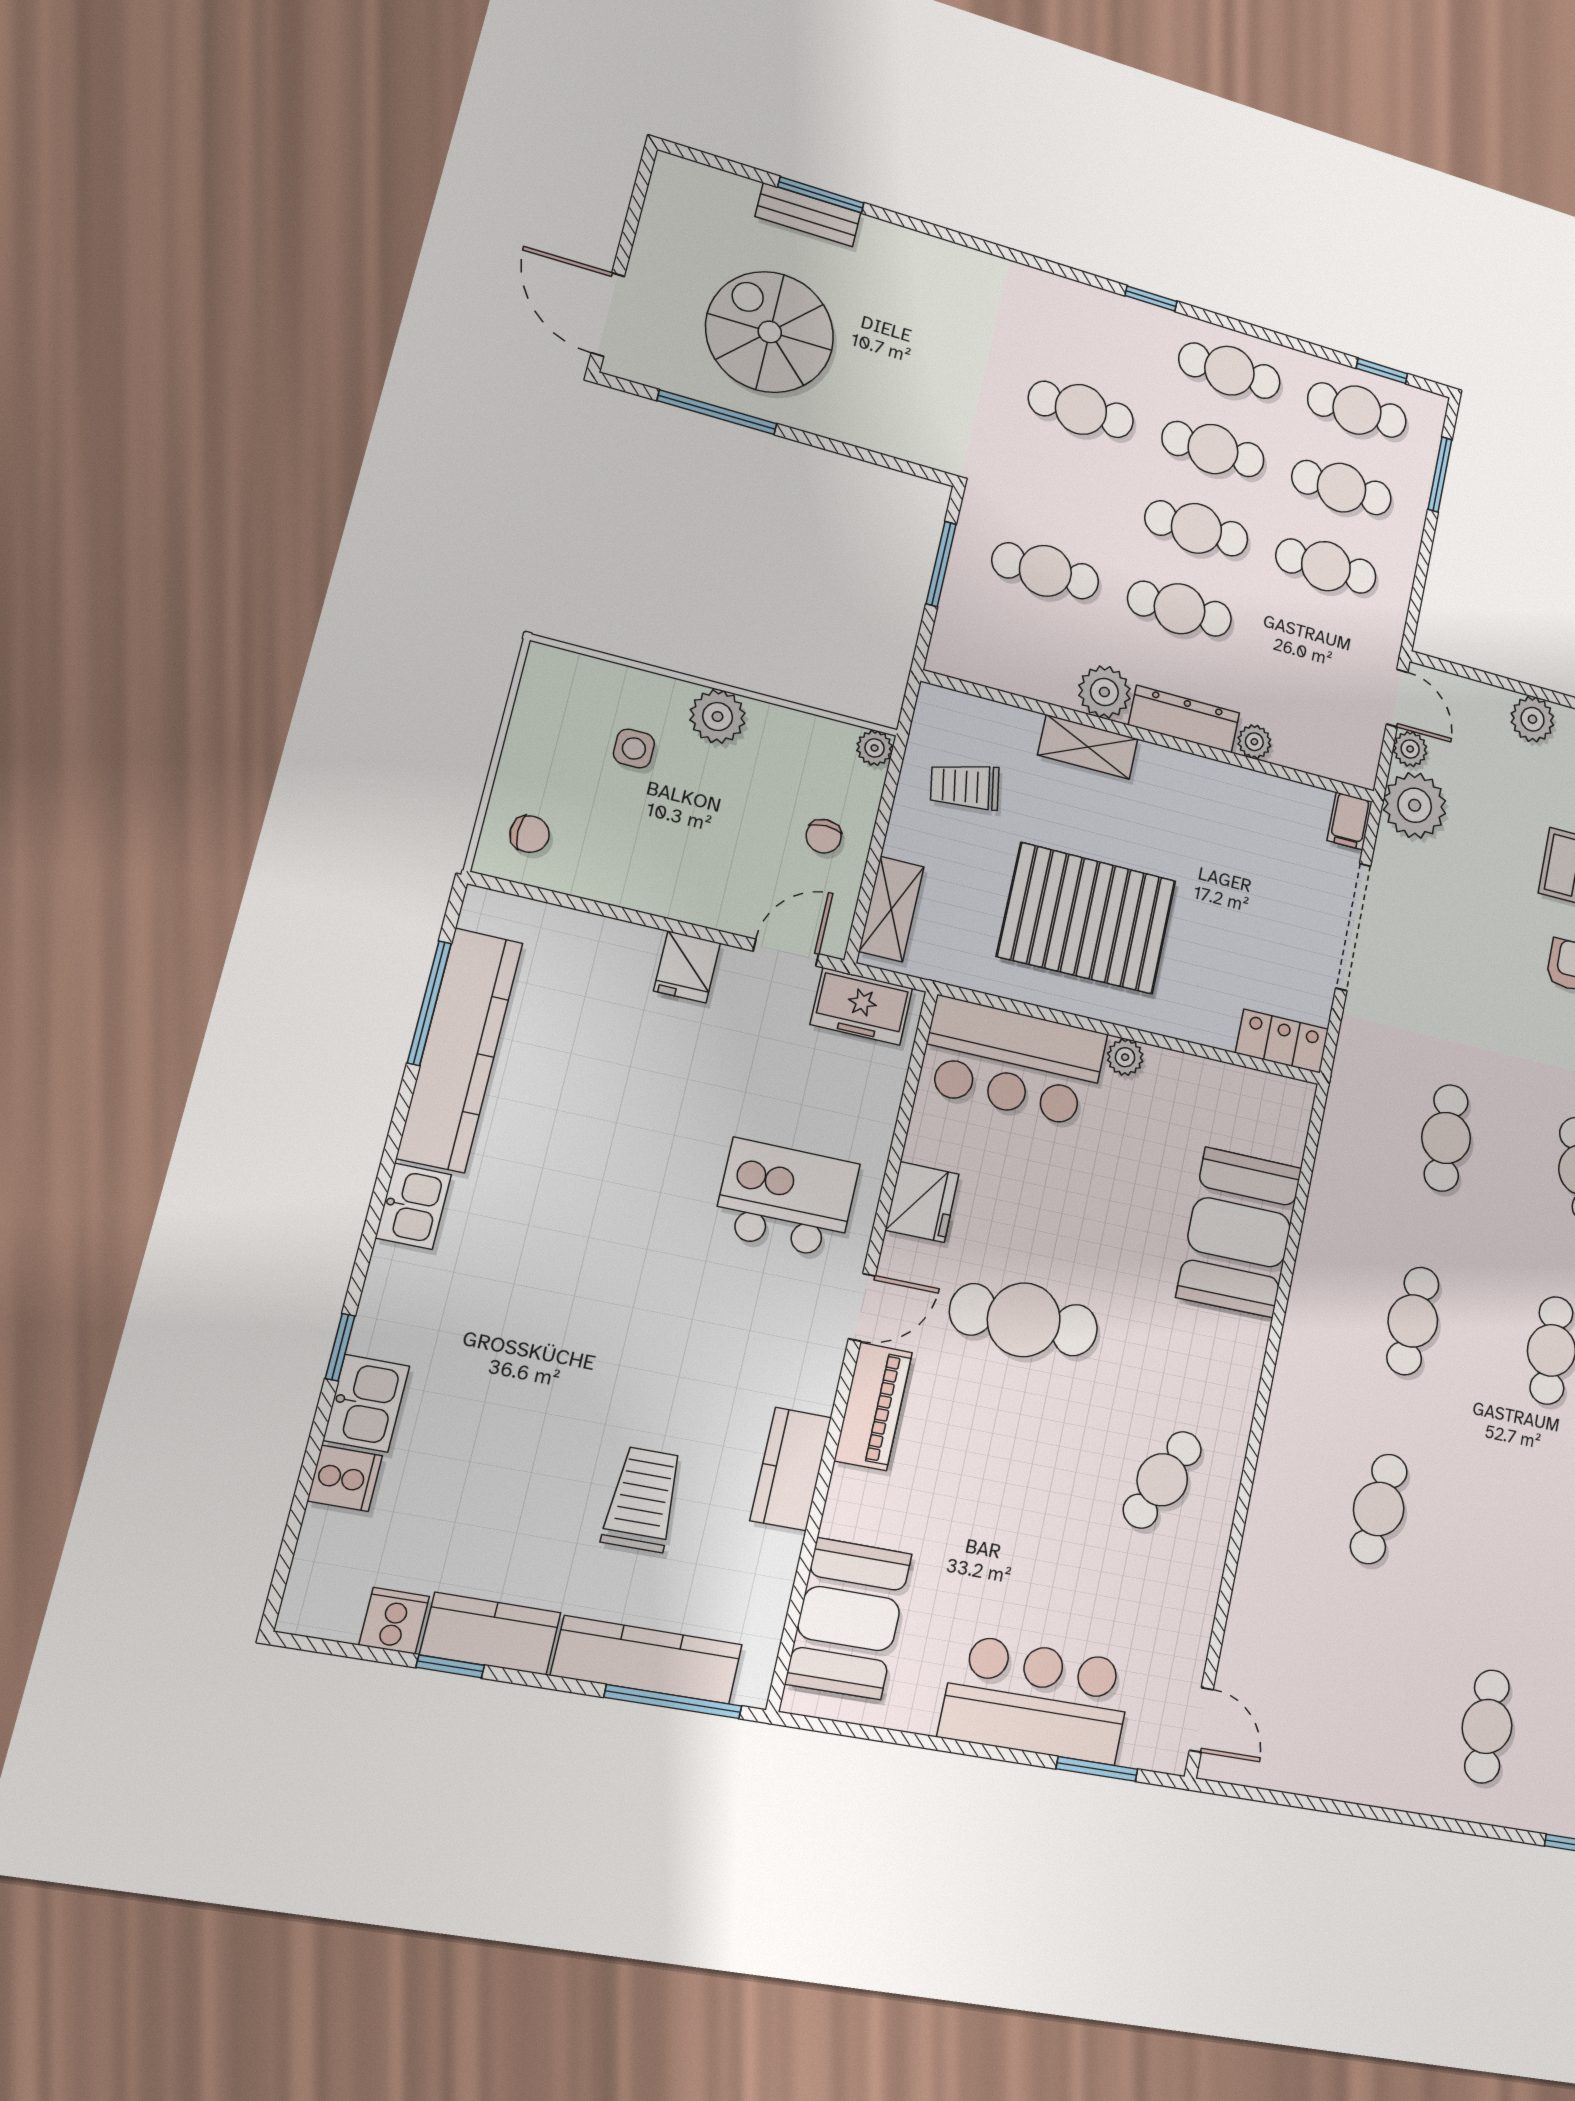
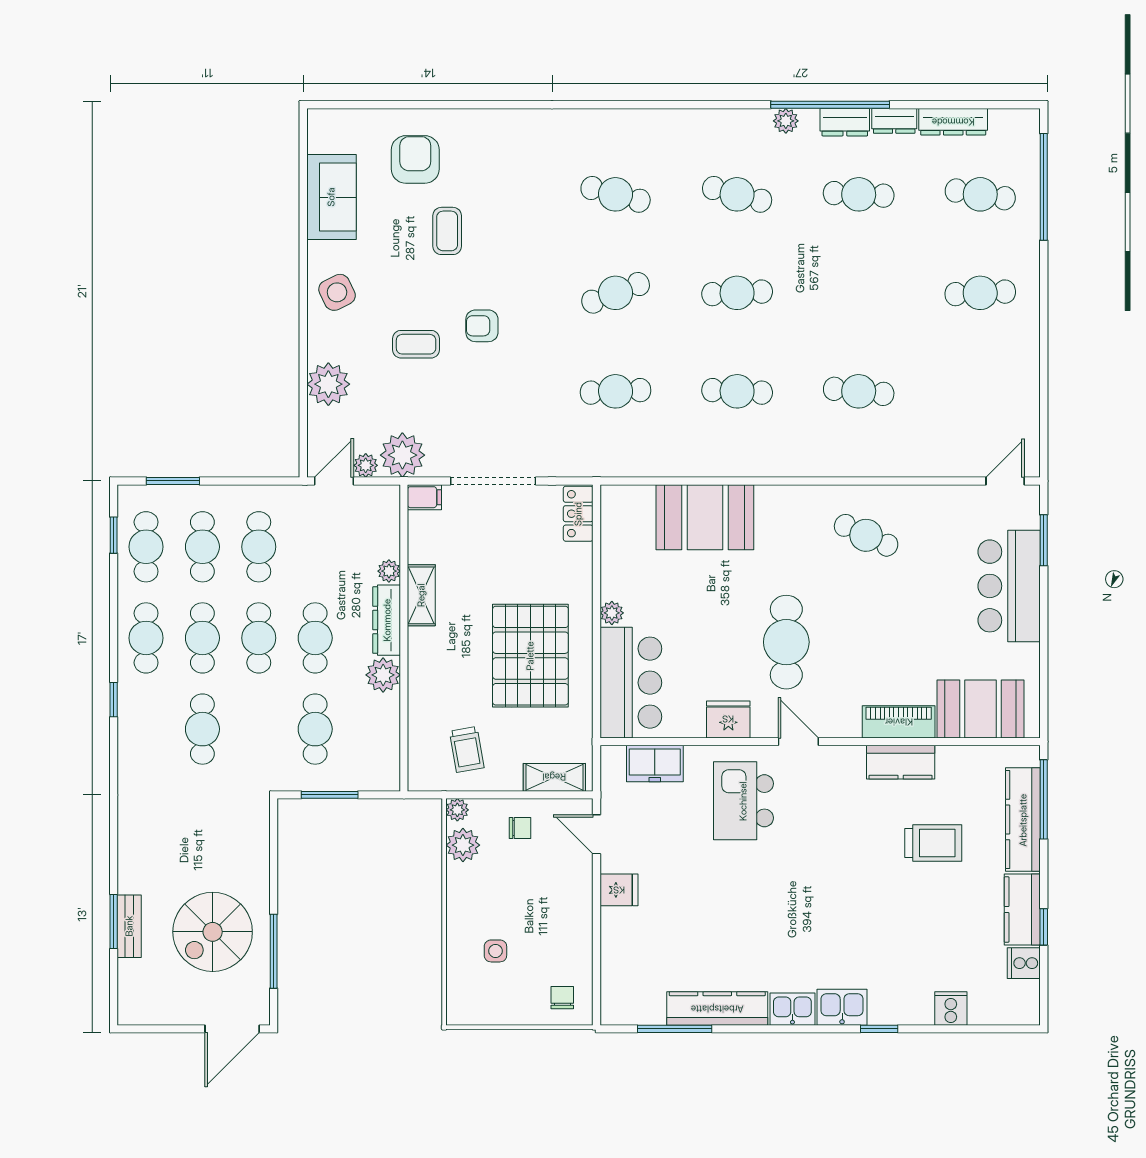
plant: (718, 717) -> (463, 845), moved
plant: (1532, 719) -> (328, 384), width x1.36, depth x1.36
shelving: (1088, 747) -> (421, 595), moved
freezer: (861, 1006) -> (655, 763), moved, turned 90
kitchen counter: (460, 1050) -> (717, 1009), width x0.72, depth x0.86
kitchen sink: (366, 1403) -> (842, 1007), moved
piano: (873, 1406) -> (899, 722), moved
trolley: (643, 1499) -> (933, 843), turned 180

